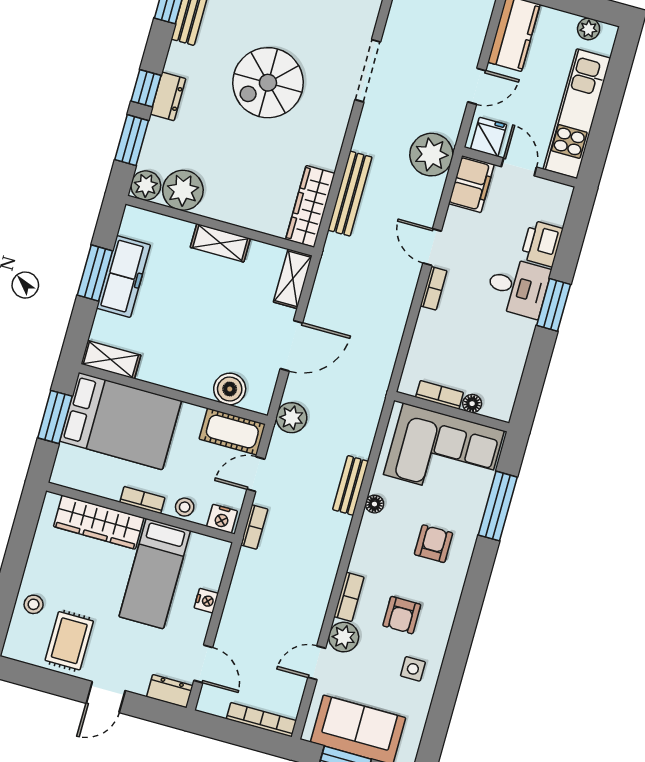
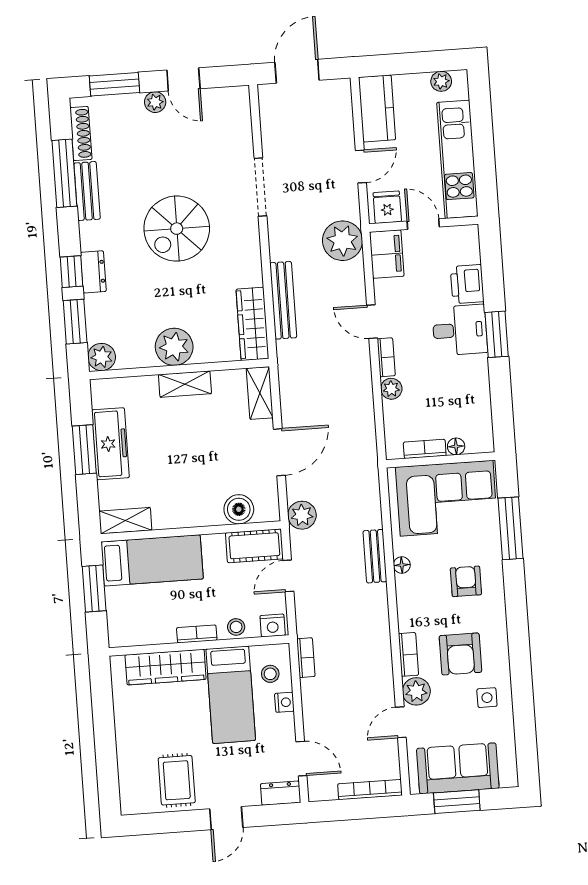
plant: (183, 190) -> (174, 347), moved
plant: (427, 322) -> (391, 389), added
bed: (120, 421) -> (152, 560), width x0.67
bookcase: (254, 527) -> (306, 658), moved
stool: (34, 604) -> (270, 674), moved
armchair: (402, 615) -> (460, 654), width x1.38, depth x1.38

